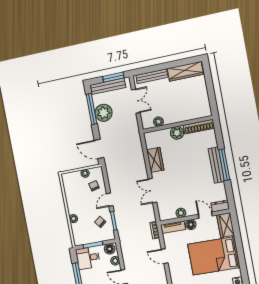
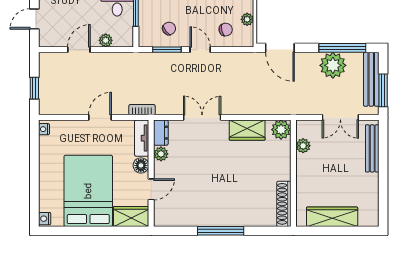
wardrobe: (185, 71) -> (332, 217), moved, turned 90
plant: (177, 133) -> (281, 130), moved
door: (99, 149) -> (280, 48), swing flipped
bench: (216, 165) -> (222, 219), removed
dresser: (220, 206) -> (161, 133), moved
floor lamp: (110, 249) -> (125, 35), removed

